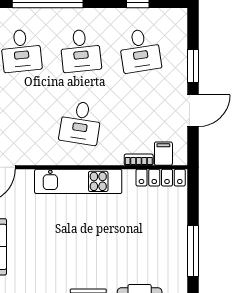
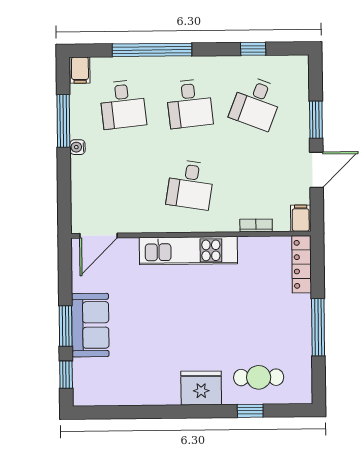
desk: (140, 51) -> (256, 103), turned 30
filing cabinet: (163, 154) -> (301, 218), moved
locker: (161, 178) -> (302, 264), moved, turned 90

